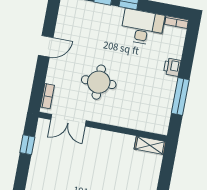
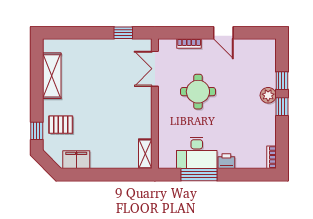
plant: (115, 14) -> (268, 95), added
desk: (142, 27) -> (197, 153), moved, turned 90
bookcase: (47, 96) -> (189, 44), moved

